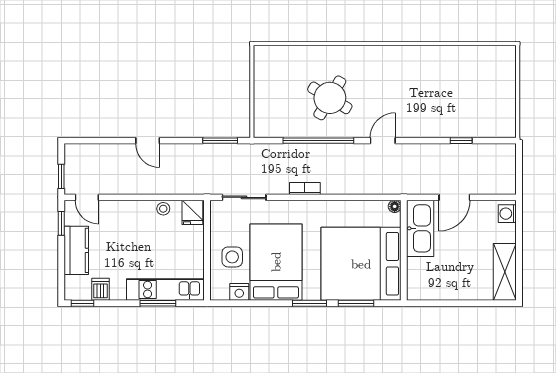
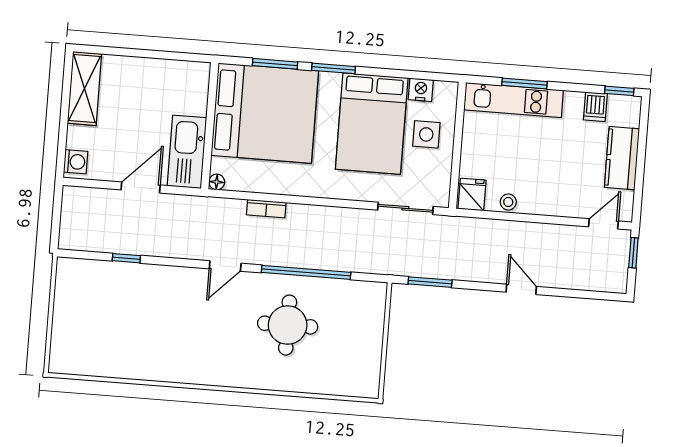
round table: (330, 98) -> (288, 325), turned -31
bookcase: (305, 188) -> (266, 209), moved
door: (87, 197) -> (603, 224), hinge flipped
window: (61, 223) -> (638, 194), removed

